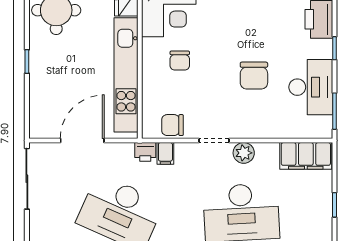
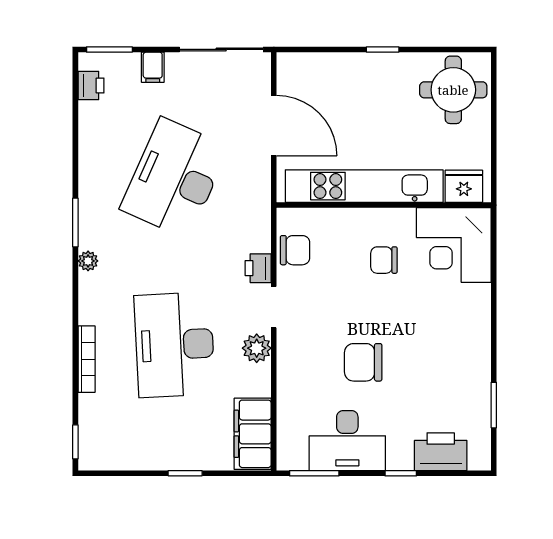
chair: (173, 125) -> (295, 250), turned 90
printer: (145, 152) -> (258, 268), moved
filing cabinet: (165, 153) -> (153, 67), moved, turned -90

